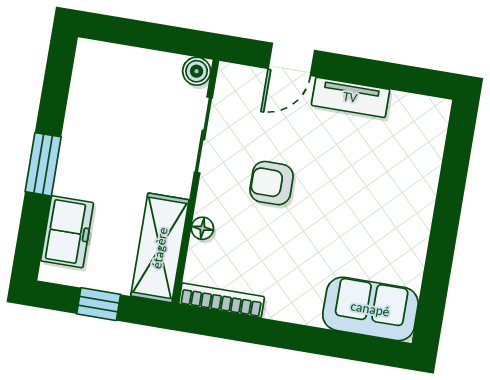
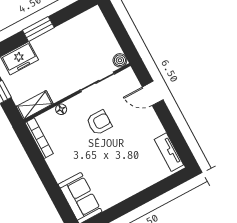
tv unit: (350, 97) -> (169, 152), moved
armchair: (272, 183) -> (99, 122), turned 90
shelving: (160, 248) -> (35, 105), width x0.67, depth x0.75

